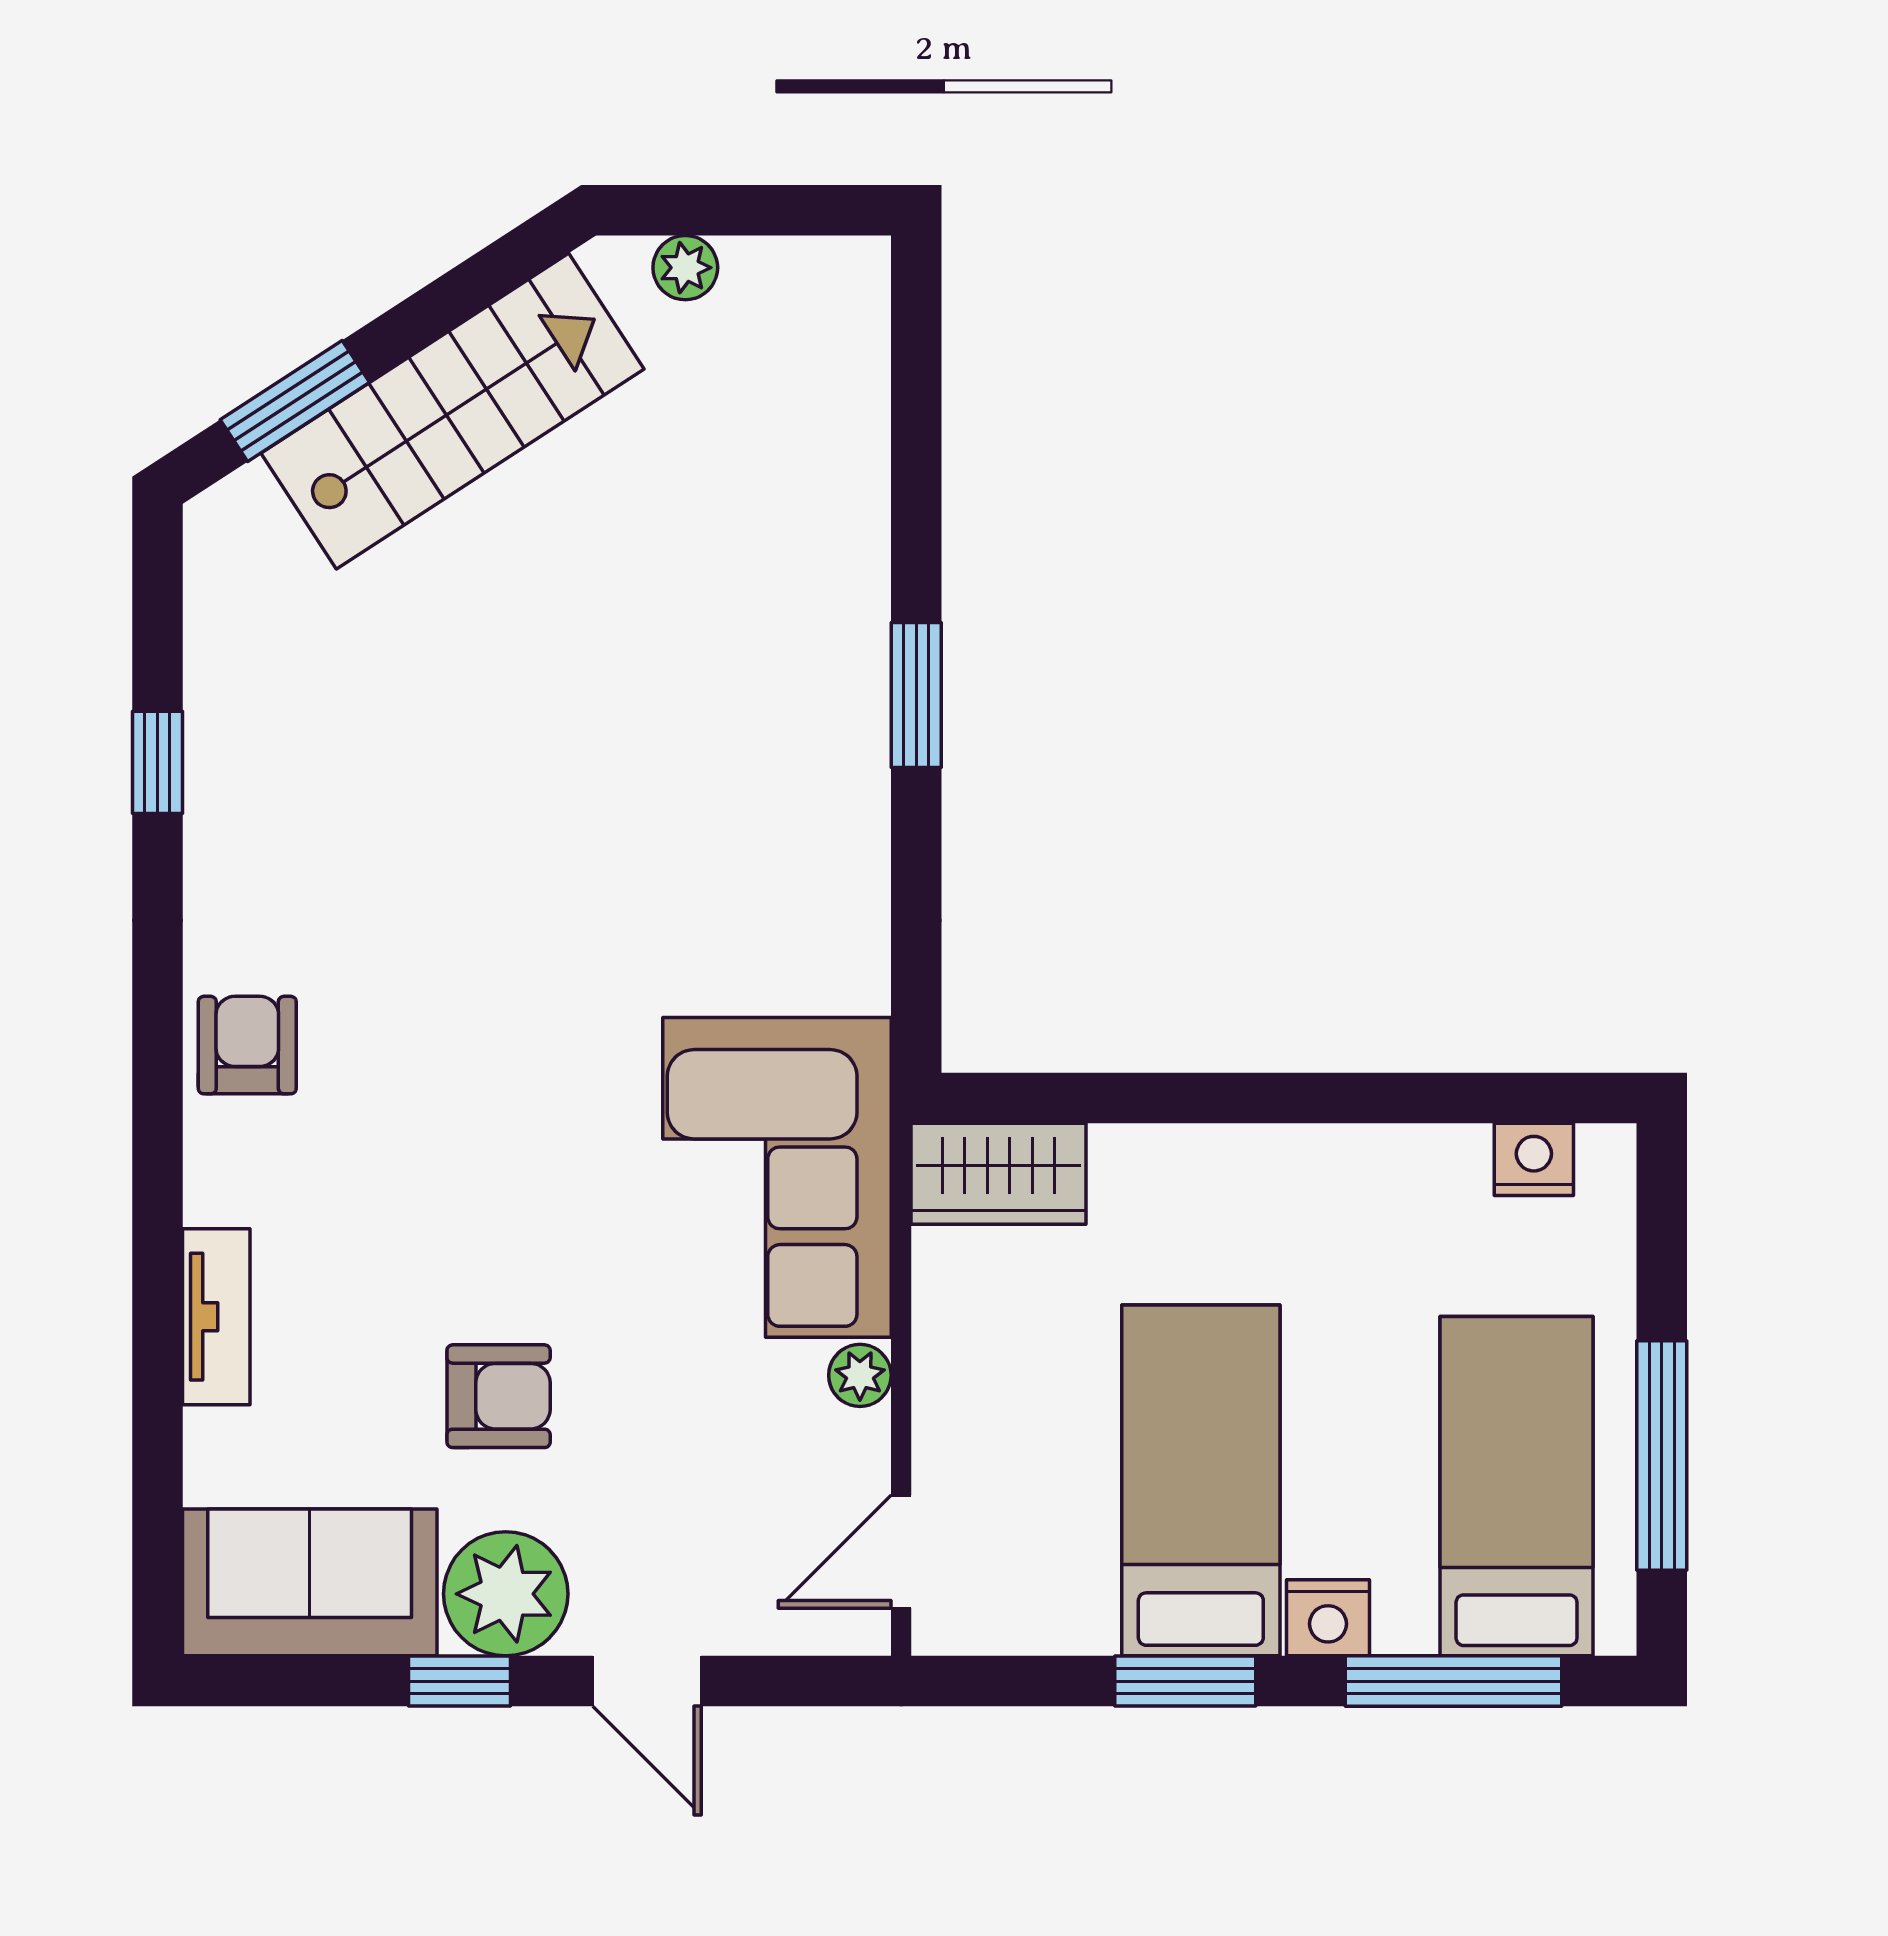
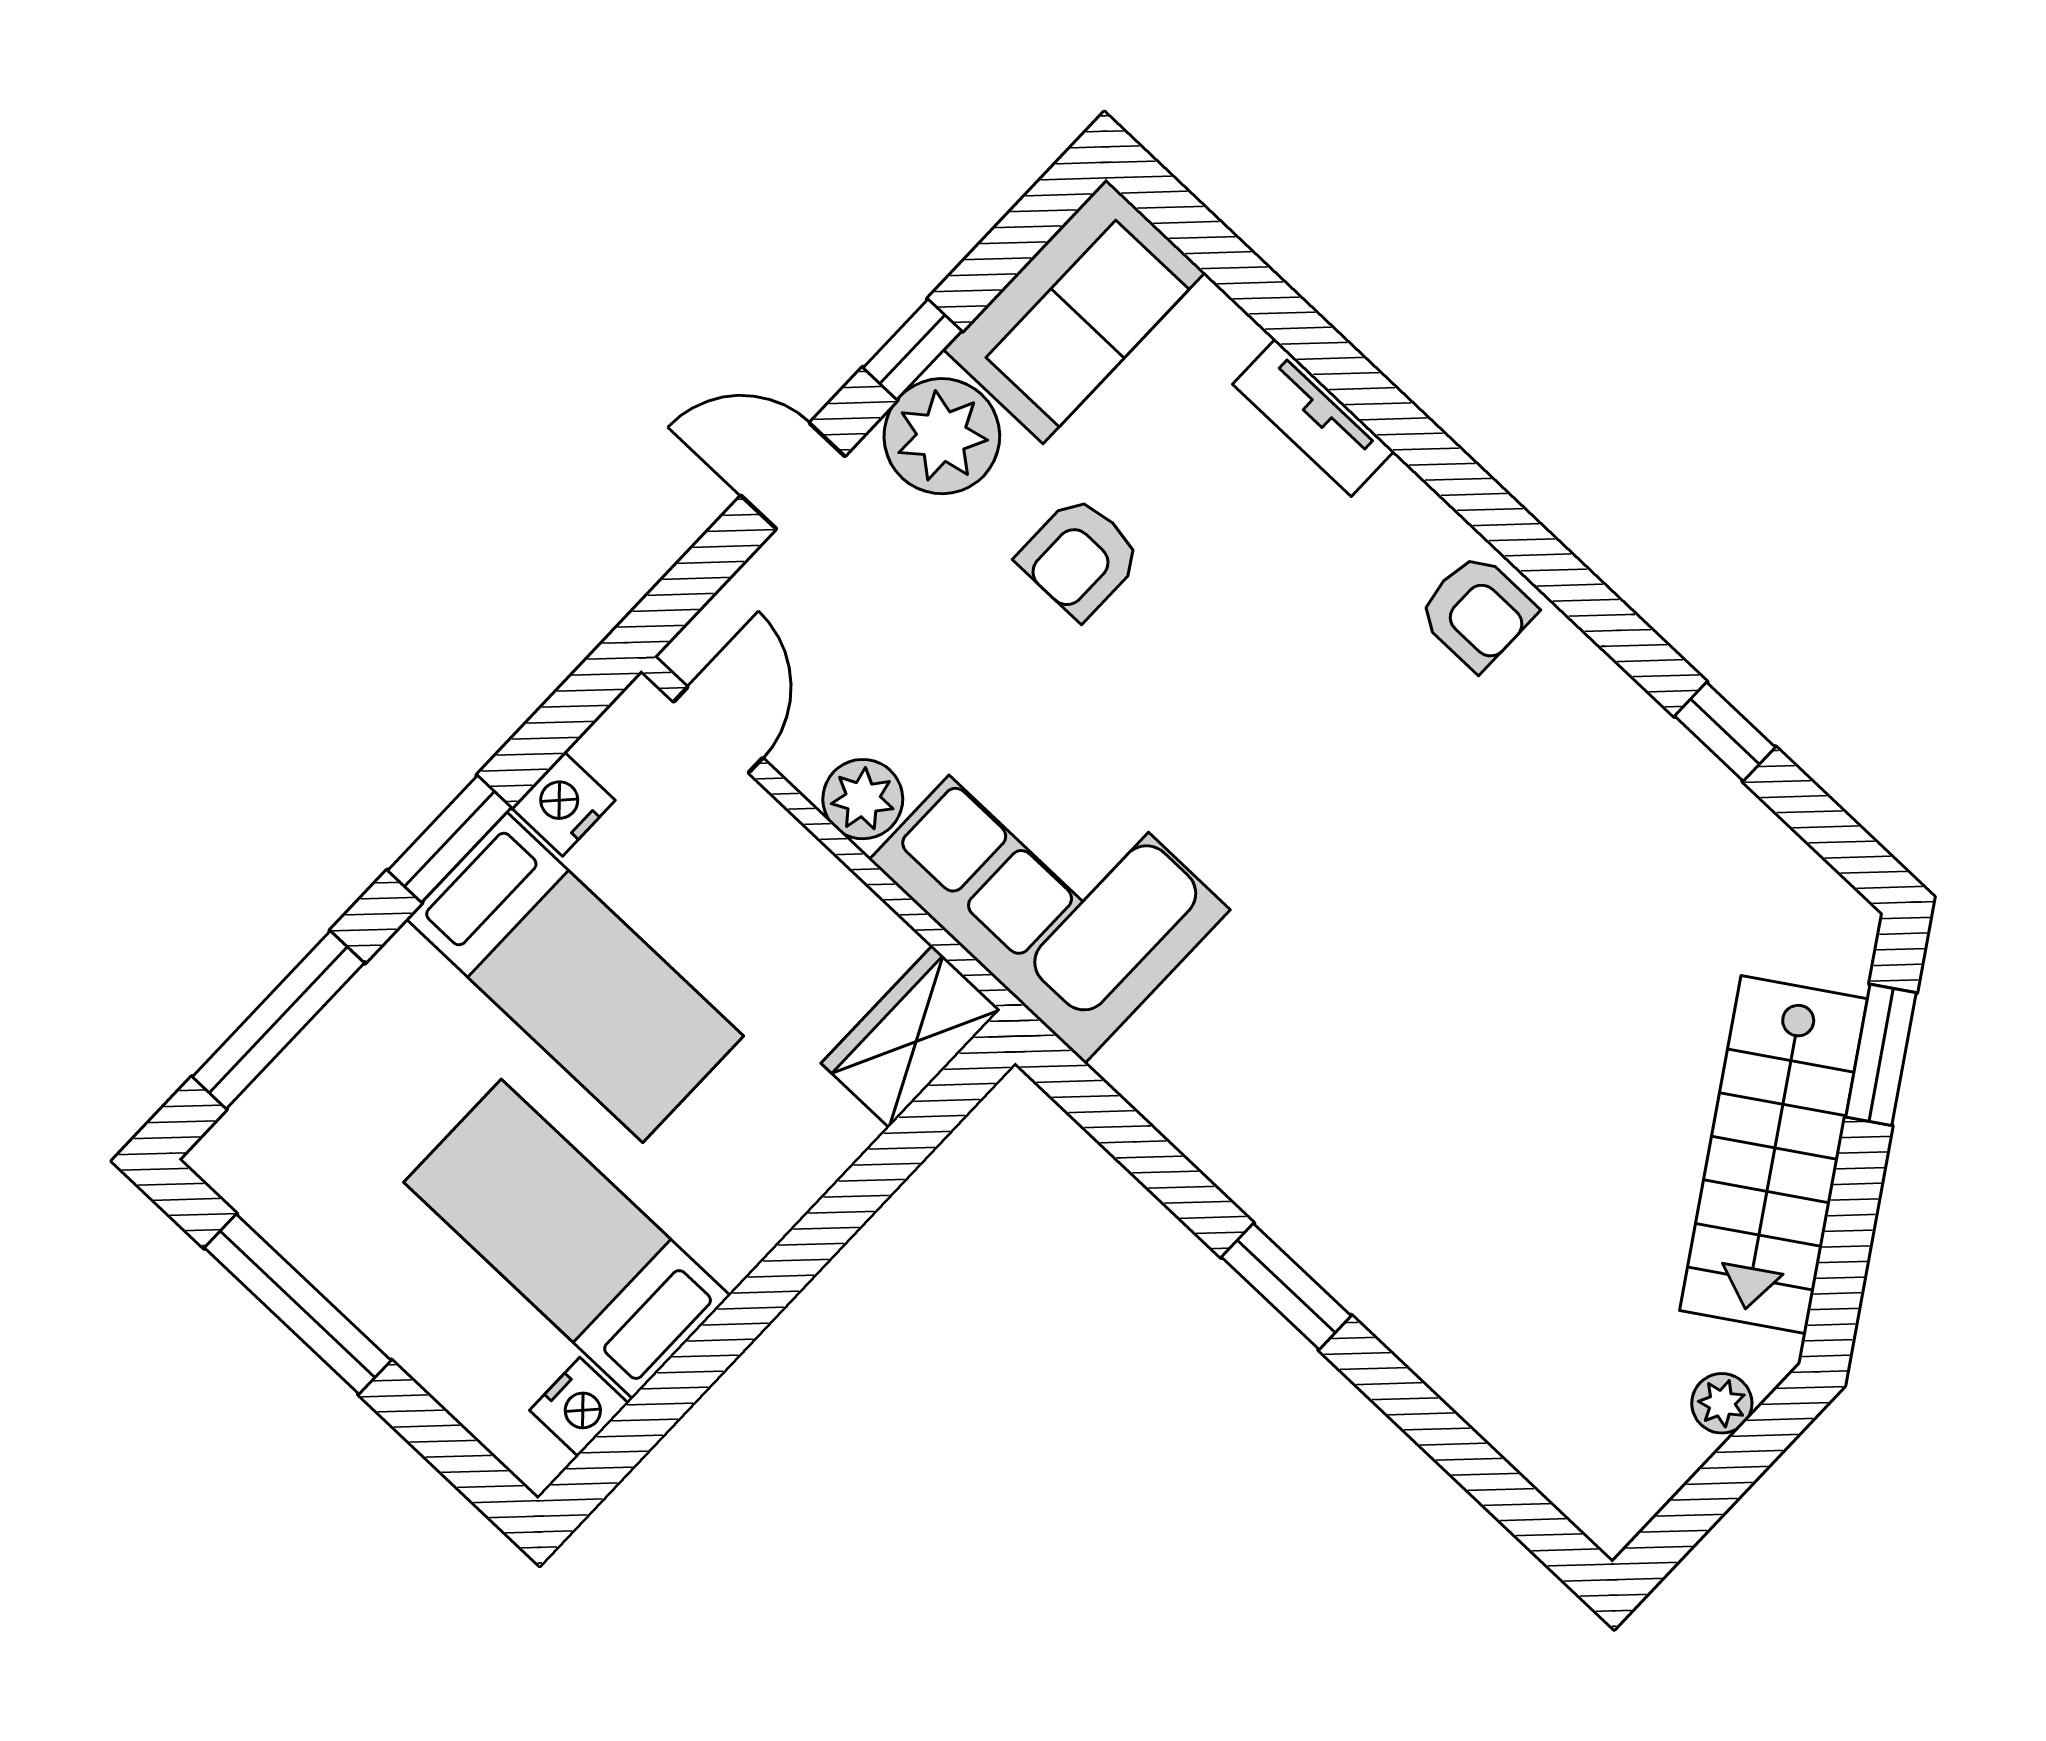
plant: (860, 1375) -> (863, 799), width x1.38, depth x1.38
bed: (1517, 1486) -> (567, 1239), moved, turned 180
nightstand: (1328, 1618) -> (563, 804), moved

